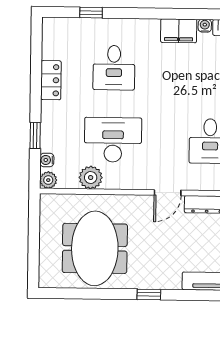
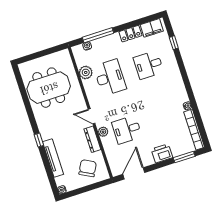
filing cabinet: (179, 31) -> (152, 28), moved, turned -90
window: (35, 135) -> (98, 35), width x2.17
plant: (48, 180) -> (103, 132), moved
window: (149, 294) -> (39, 140), moved

